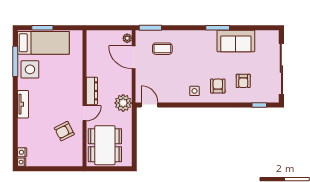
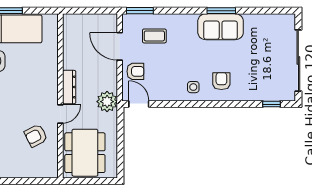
plant: (127, 38) -> (112, 23), removed
sofa: (236, 41) -> (221, 27), moved
armchair: (243, 81) -> (135, 71), moved, turned -90

